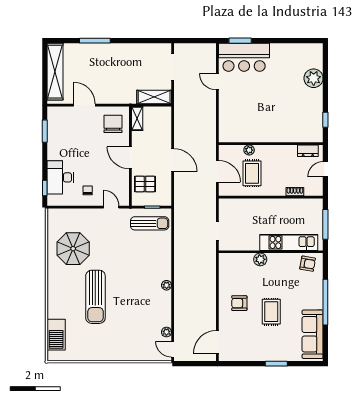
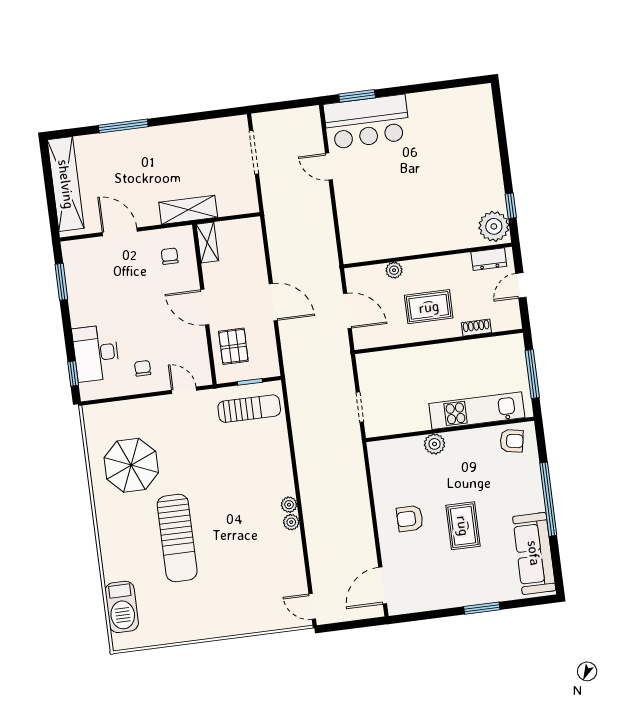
plant: (314, 78) -> (494, 226), moved
shelving: (154, 97) -> (188, 210), moved
chair: (113, 124) -> (170, 256), width x0.54, depth x0.54
rug: (252, 173) -> (429, 307), moved, turned 90
pallet: (145, 184) -> (233, 346), turned 90
plant: (166, 332) -> (291, 522), moved

